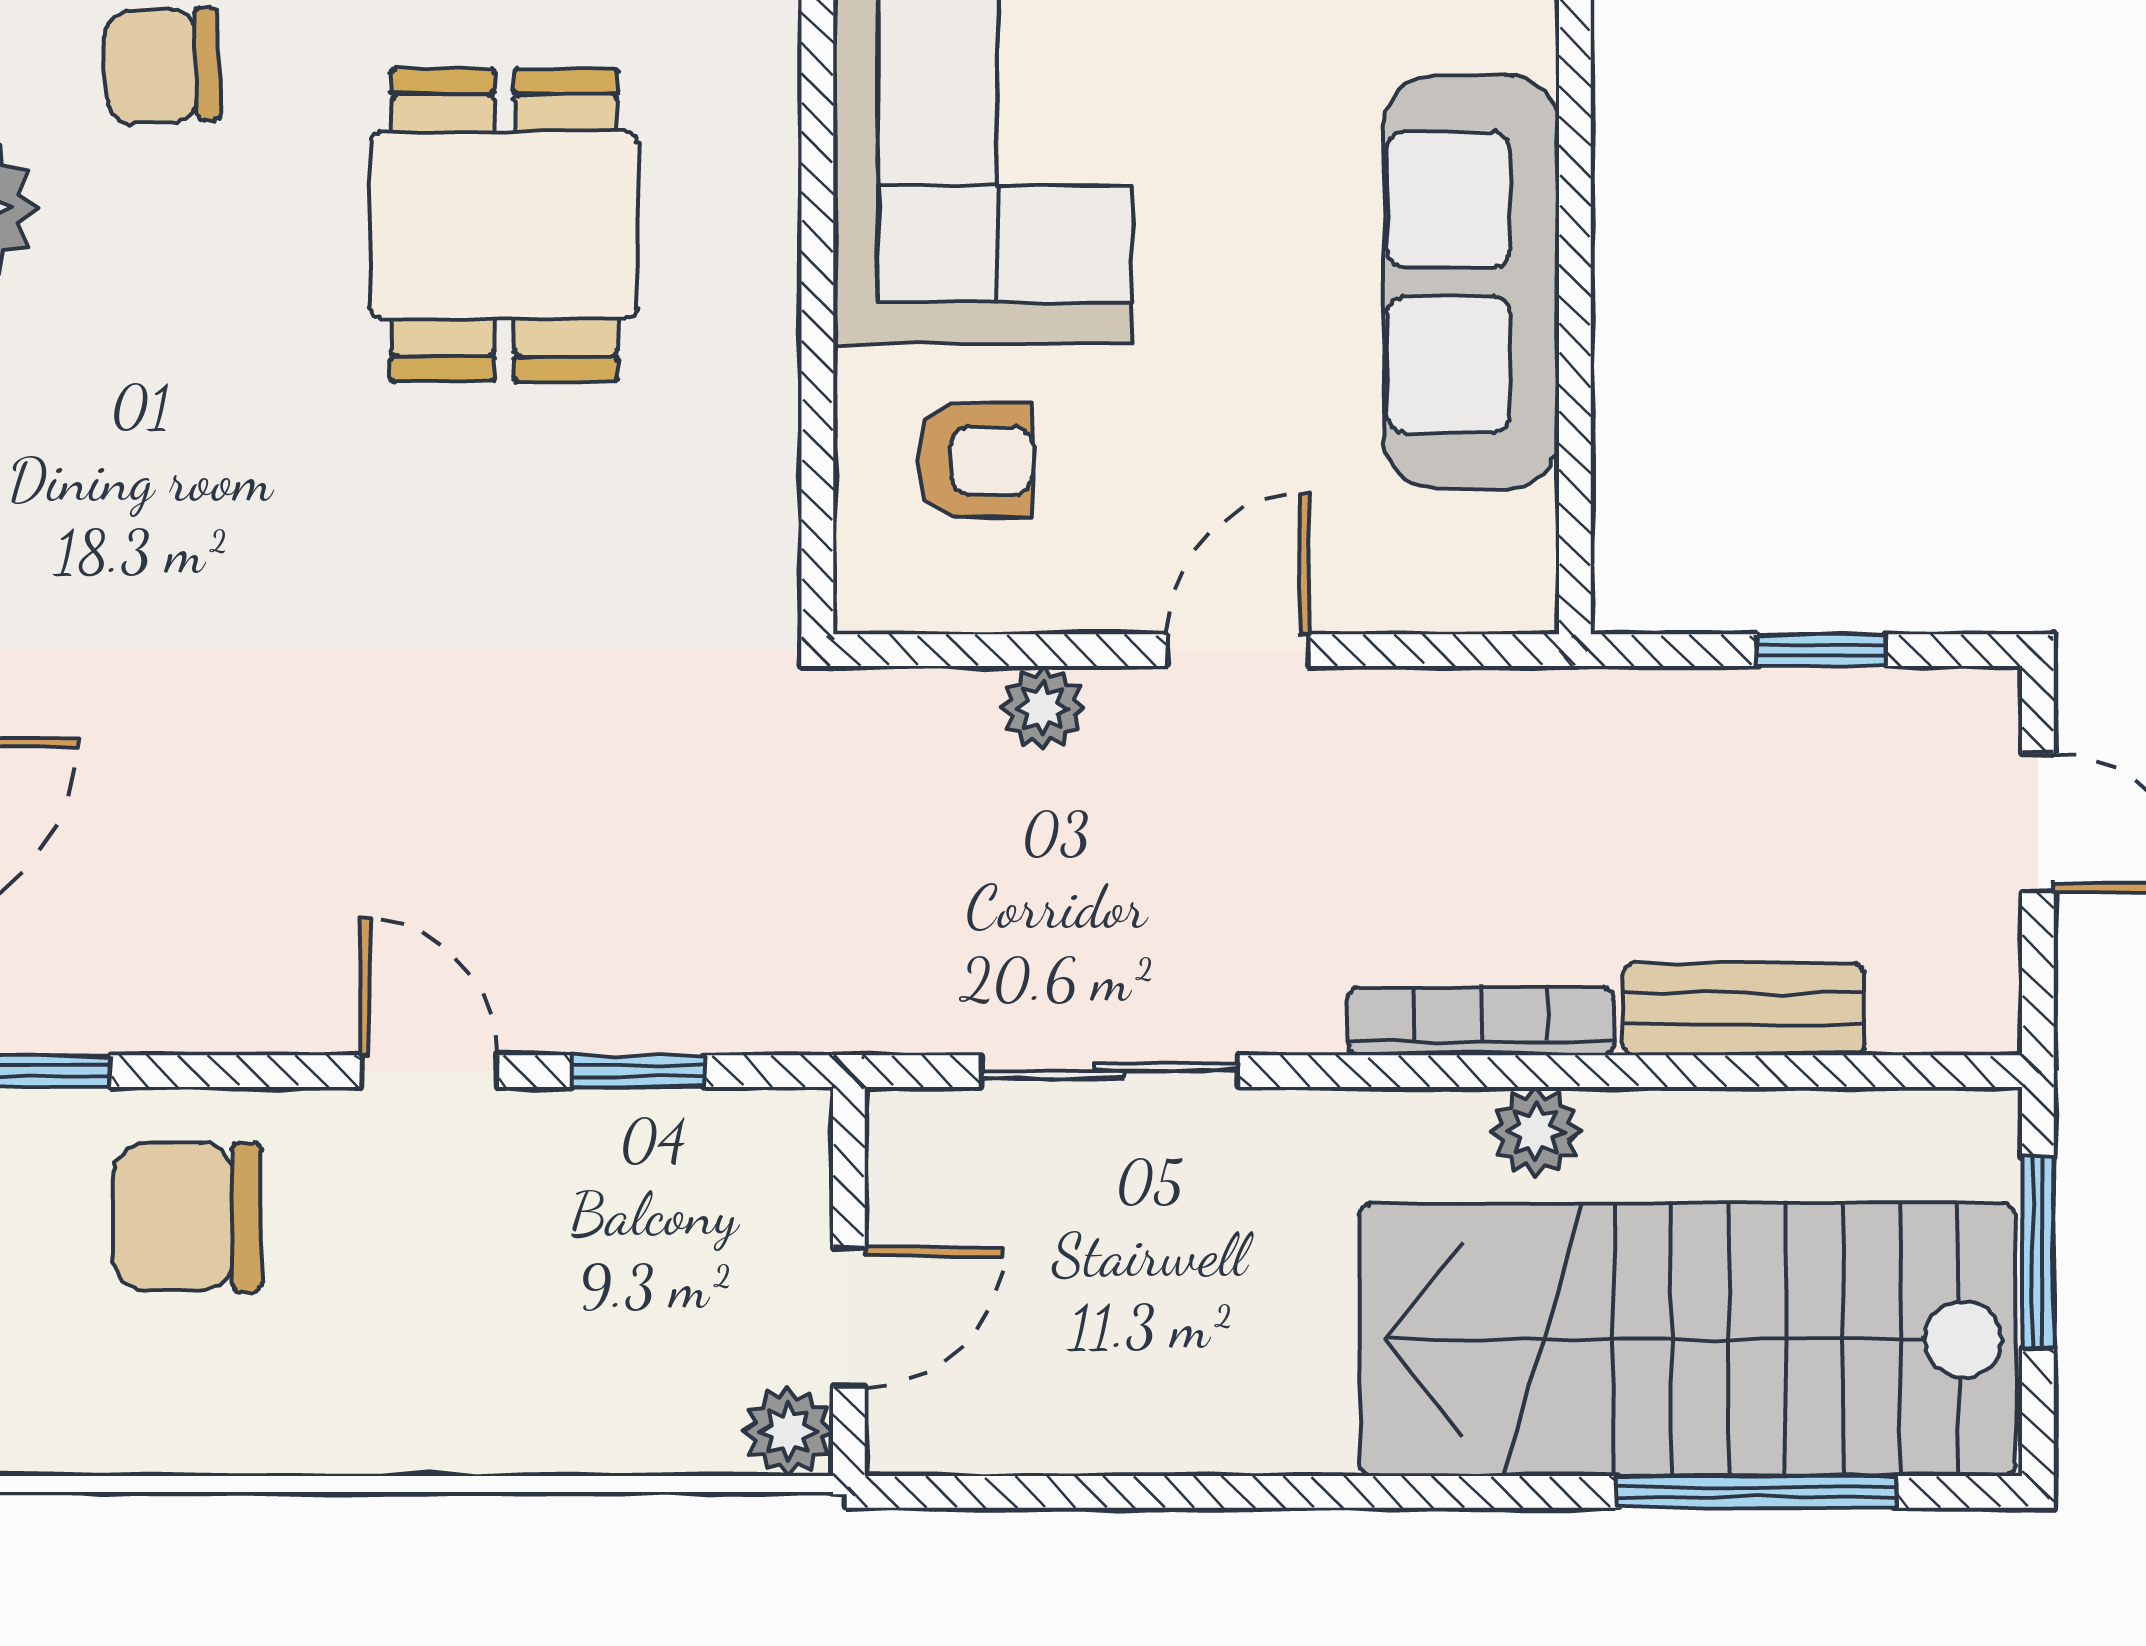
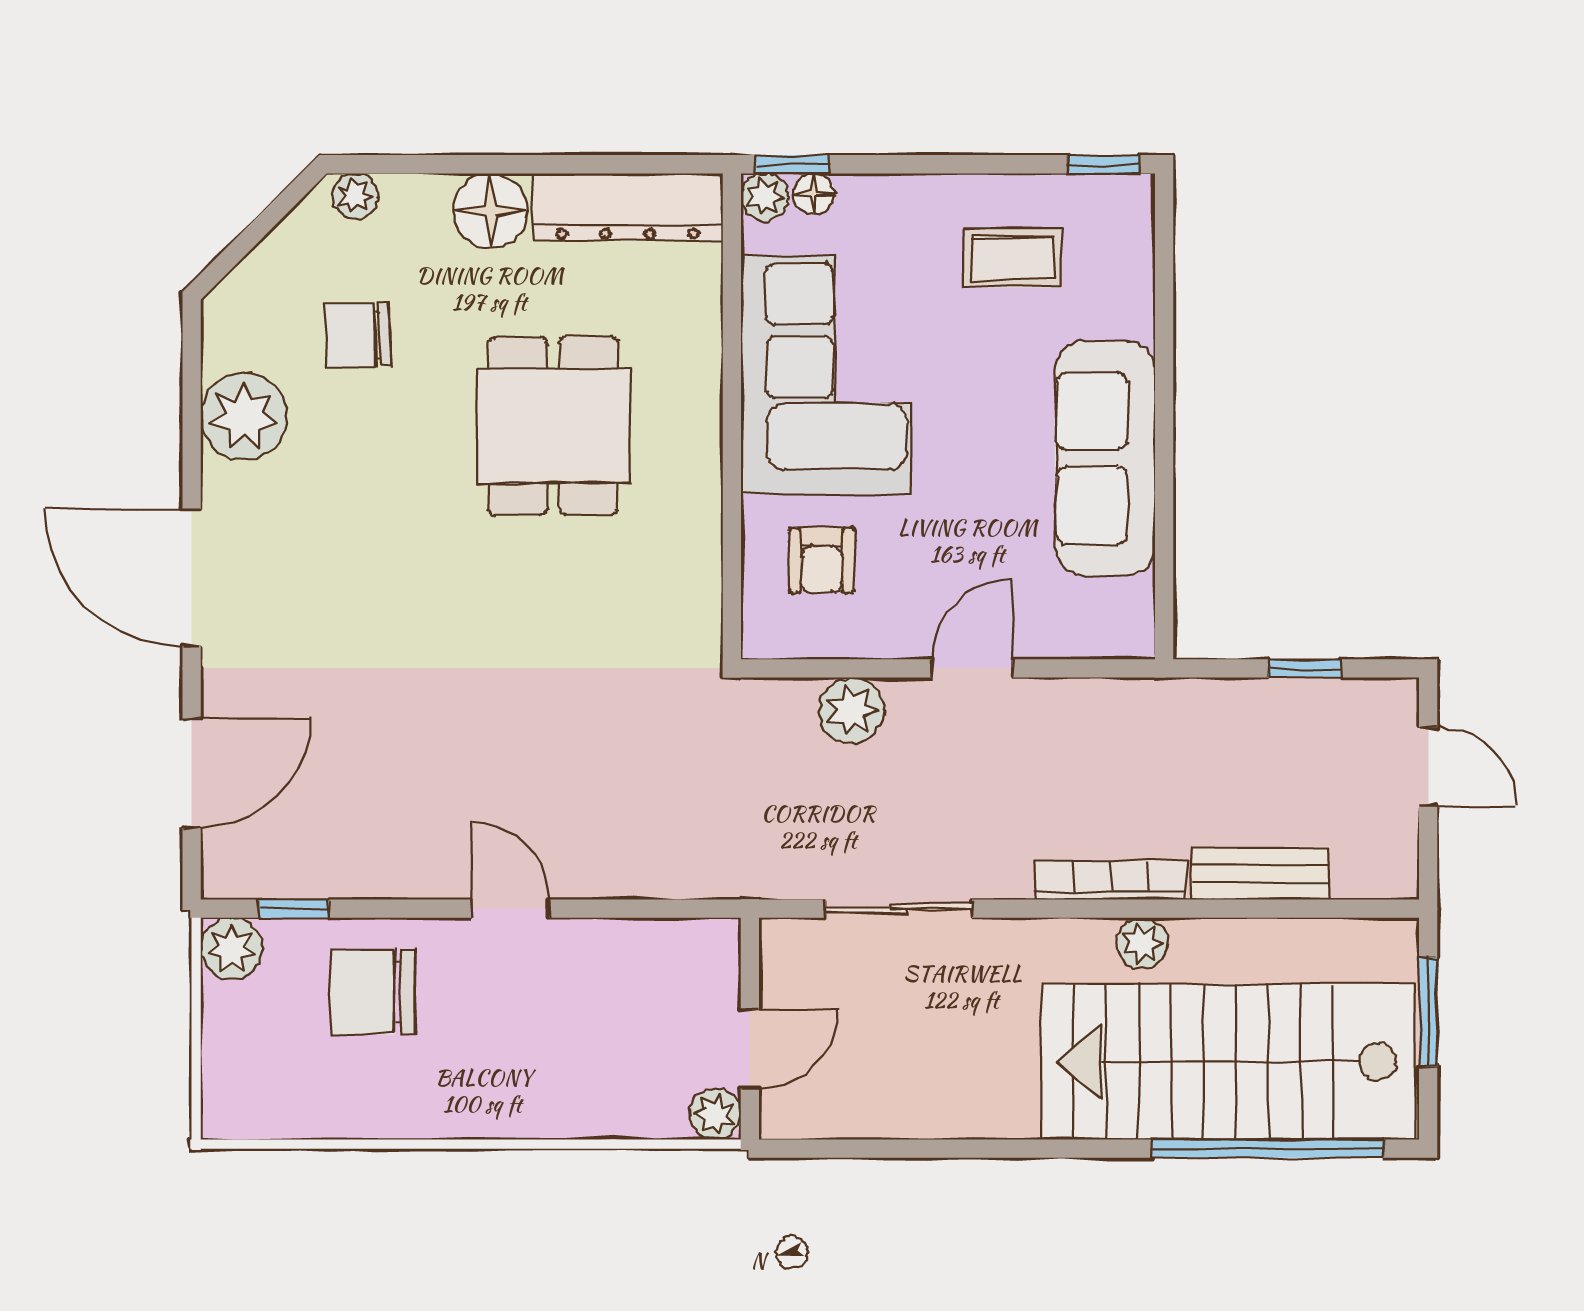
armchair: (975, 461) -> (822, 560), turned 90
plant: (1042, 708) -> (851, 710), width x1.38, depth x1.38
window: (638, 1071) -> (630, 909), removed
window: (1757, 1492) -> (1268, 1149), width x1.46

